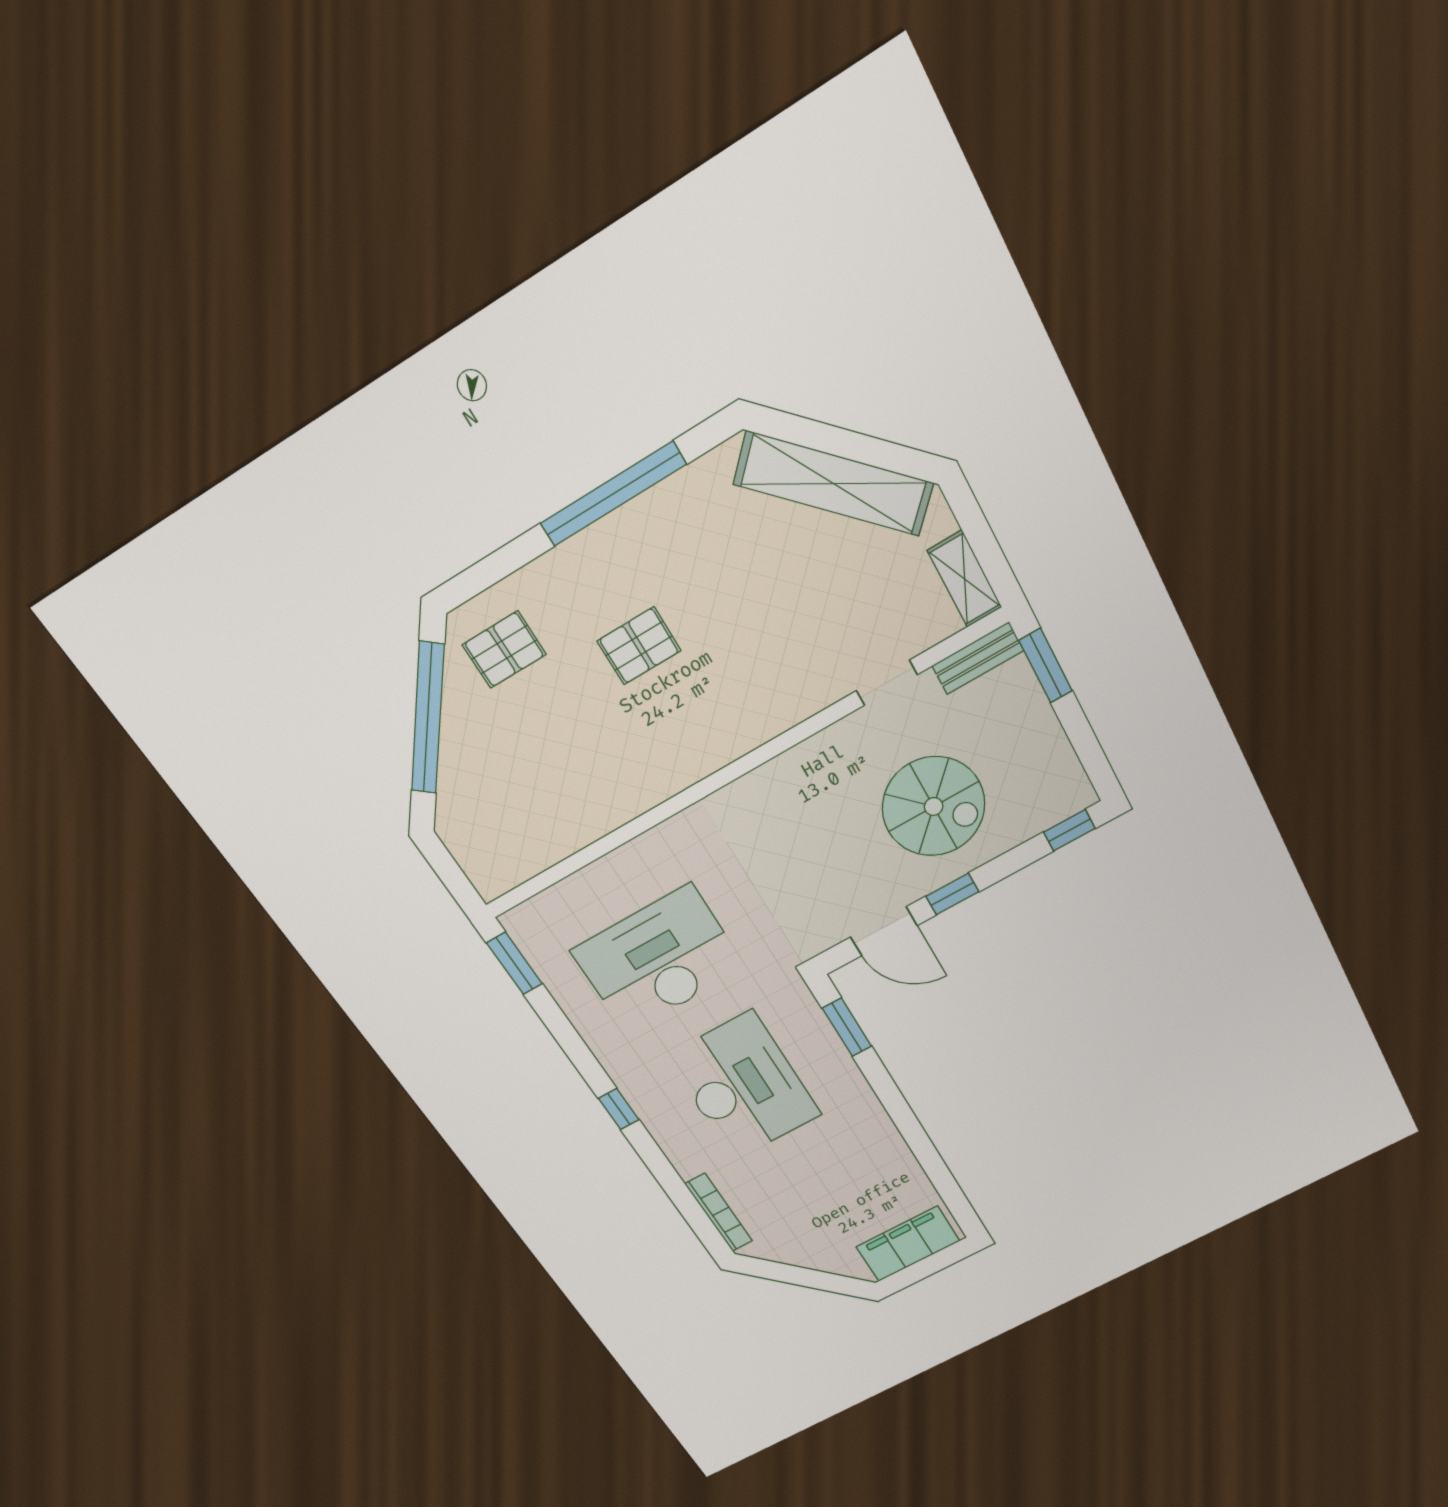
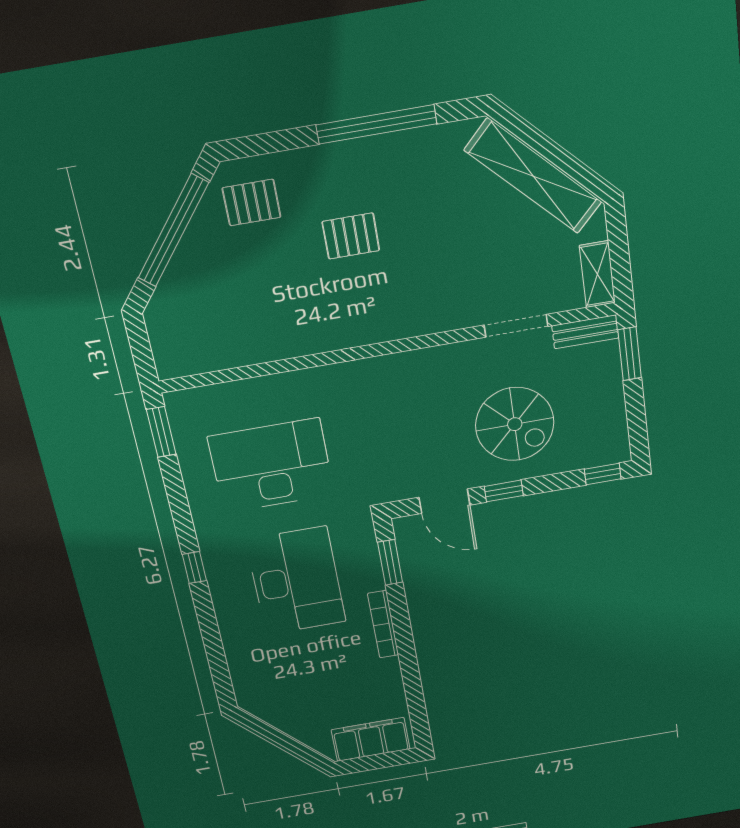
doorway: (887, 683) -> (516, 326), width x1.38
bookcase: (719, 1212) -> (383, 624), moved, turned 180

